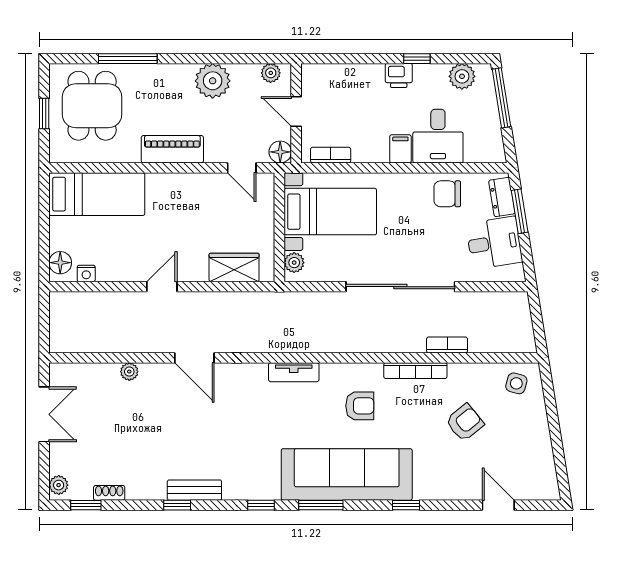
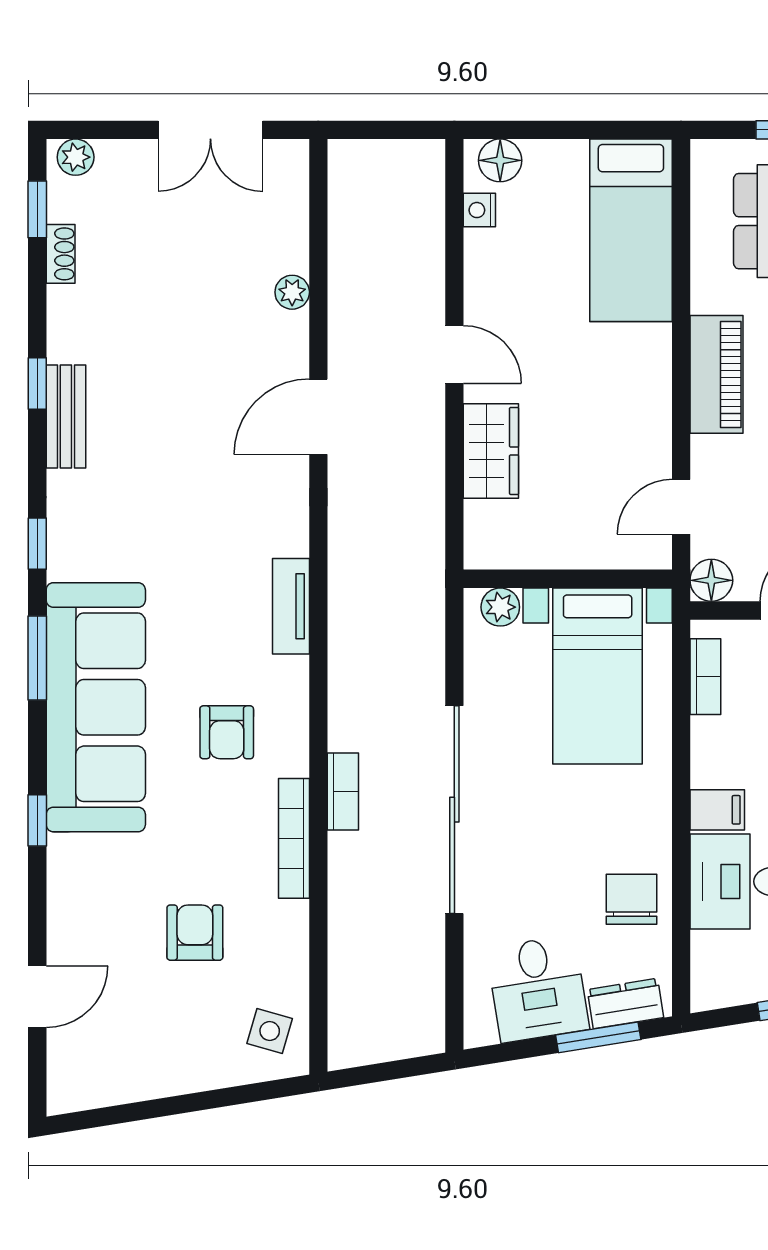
wardrobe: (234, 267) -> (491, 451), moved
bookcase: (447, 345) -> (343, 791), moved
armchair: (465, 423) -> (195, 933), turned -141

